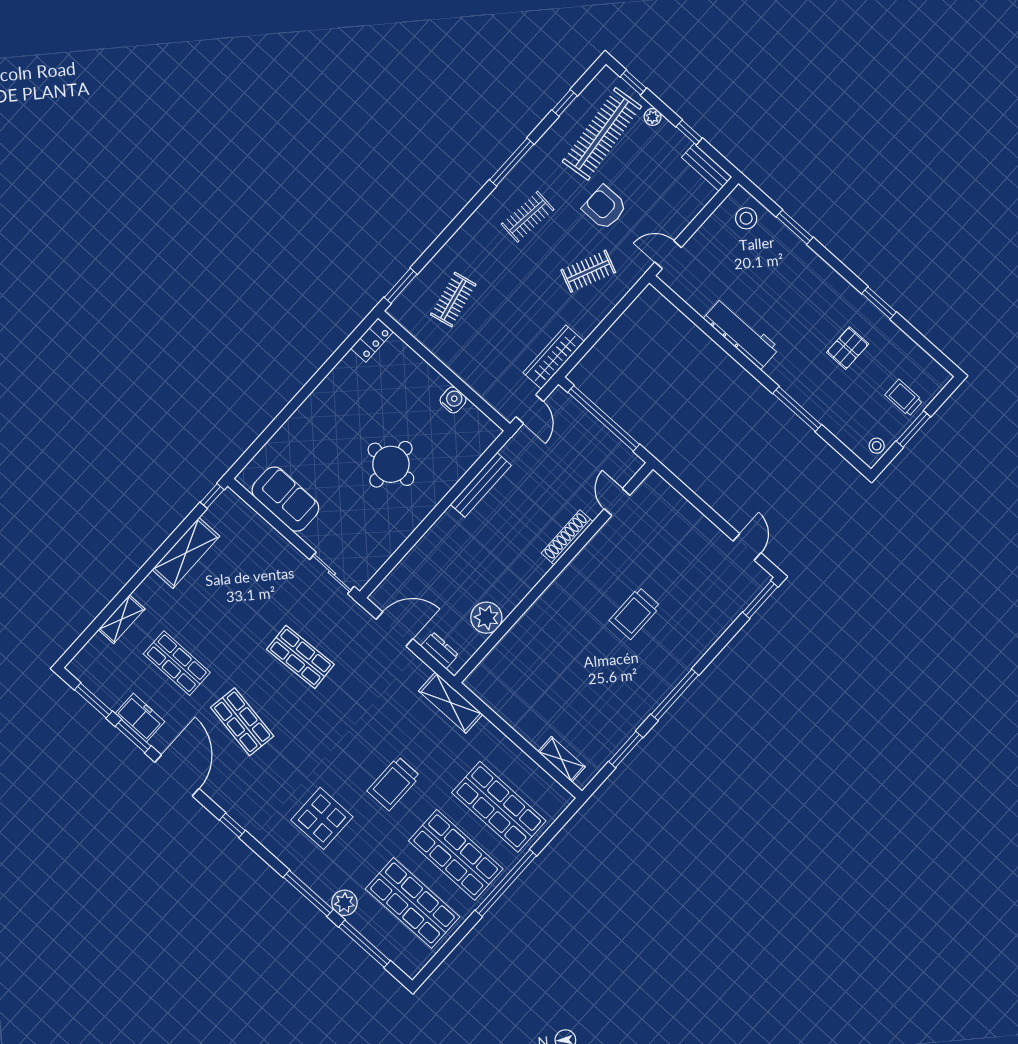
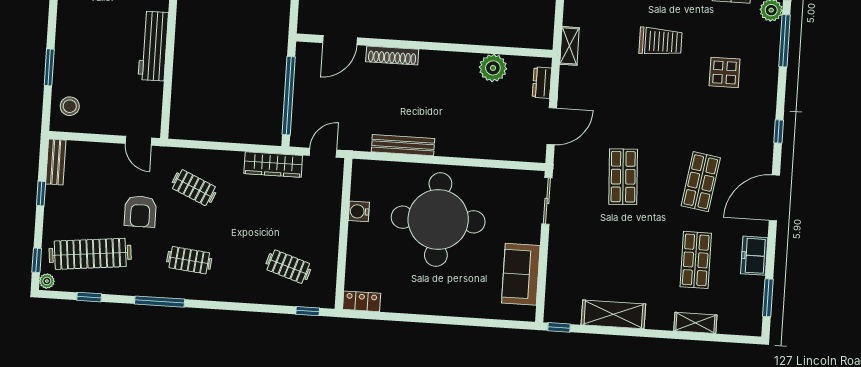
plant: (653, 117) -> (47, 281), moved
window: (401, 286) -> (308, 311), width x0.67
clothes rail: (453, 300) -> (288, 267), turned 30
round table: (391, 464) -> (438, 219), width x1.86, depth x1.86
door: (617, 502) -> (340, 40), width x1.38
door: (394, 629) -> (552, 126), swing flipped
shelving: (451, 703) -> (569, 46), width x0.67, depth x0.75
window: (133, 736) -> (771, 250), removed
display table: (322, 818) -> (725, 72), width x0.73, depth x0.73

